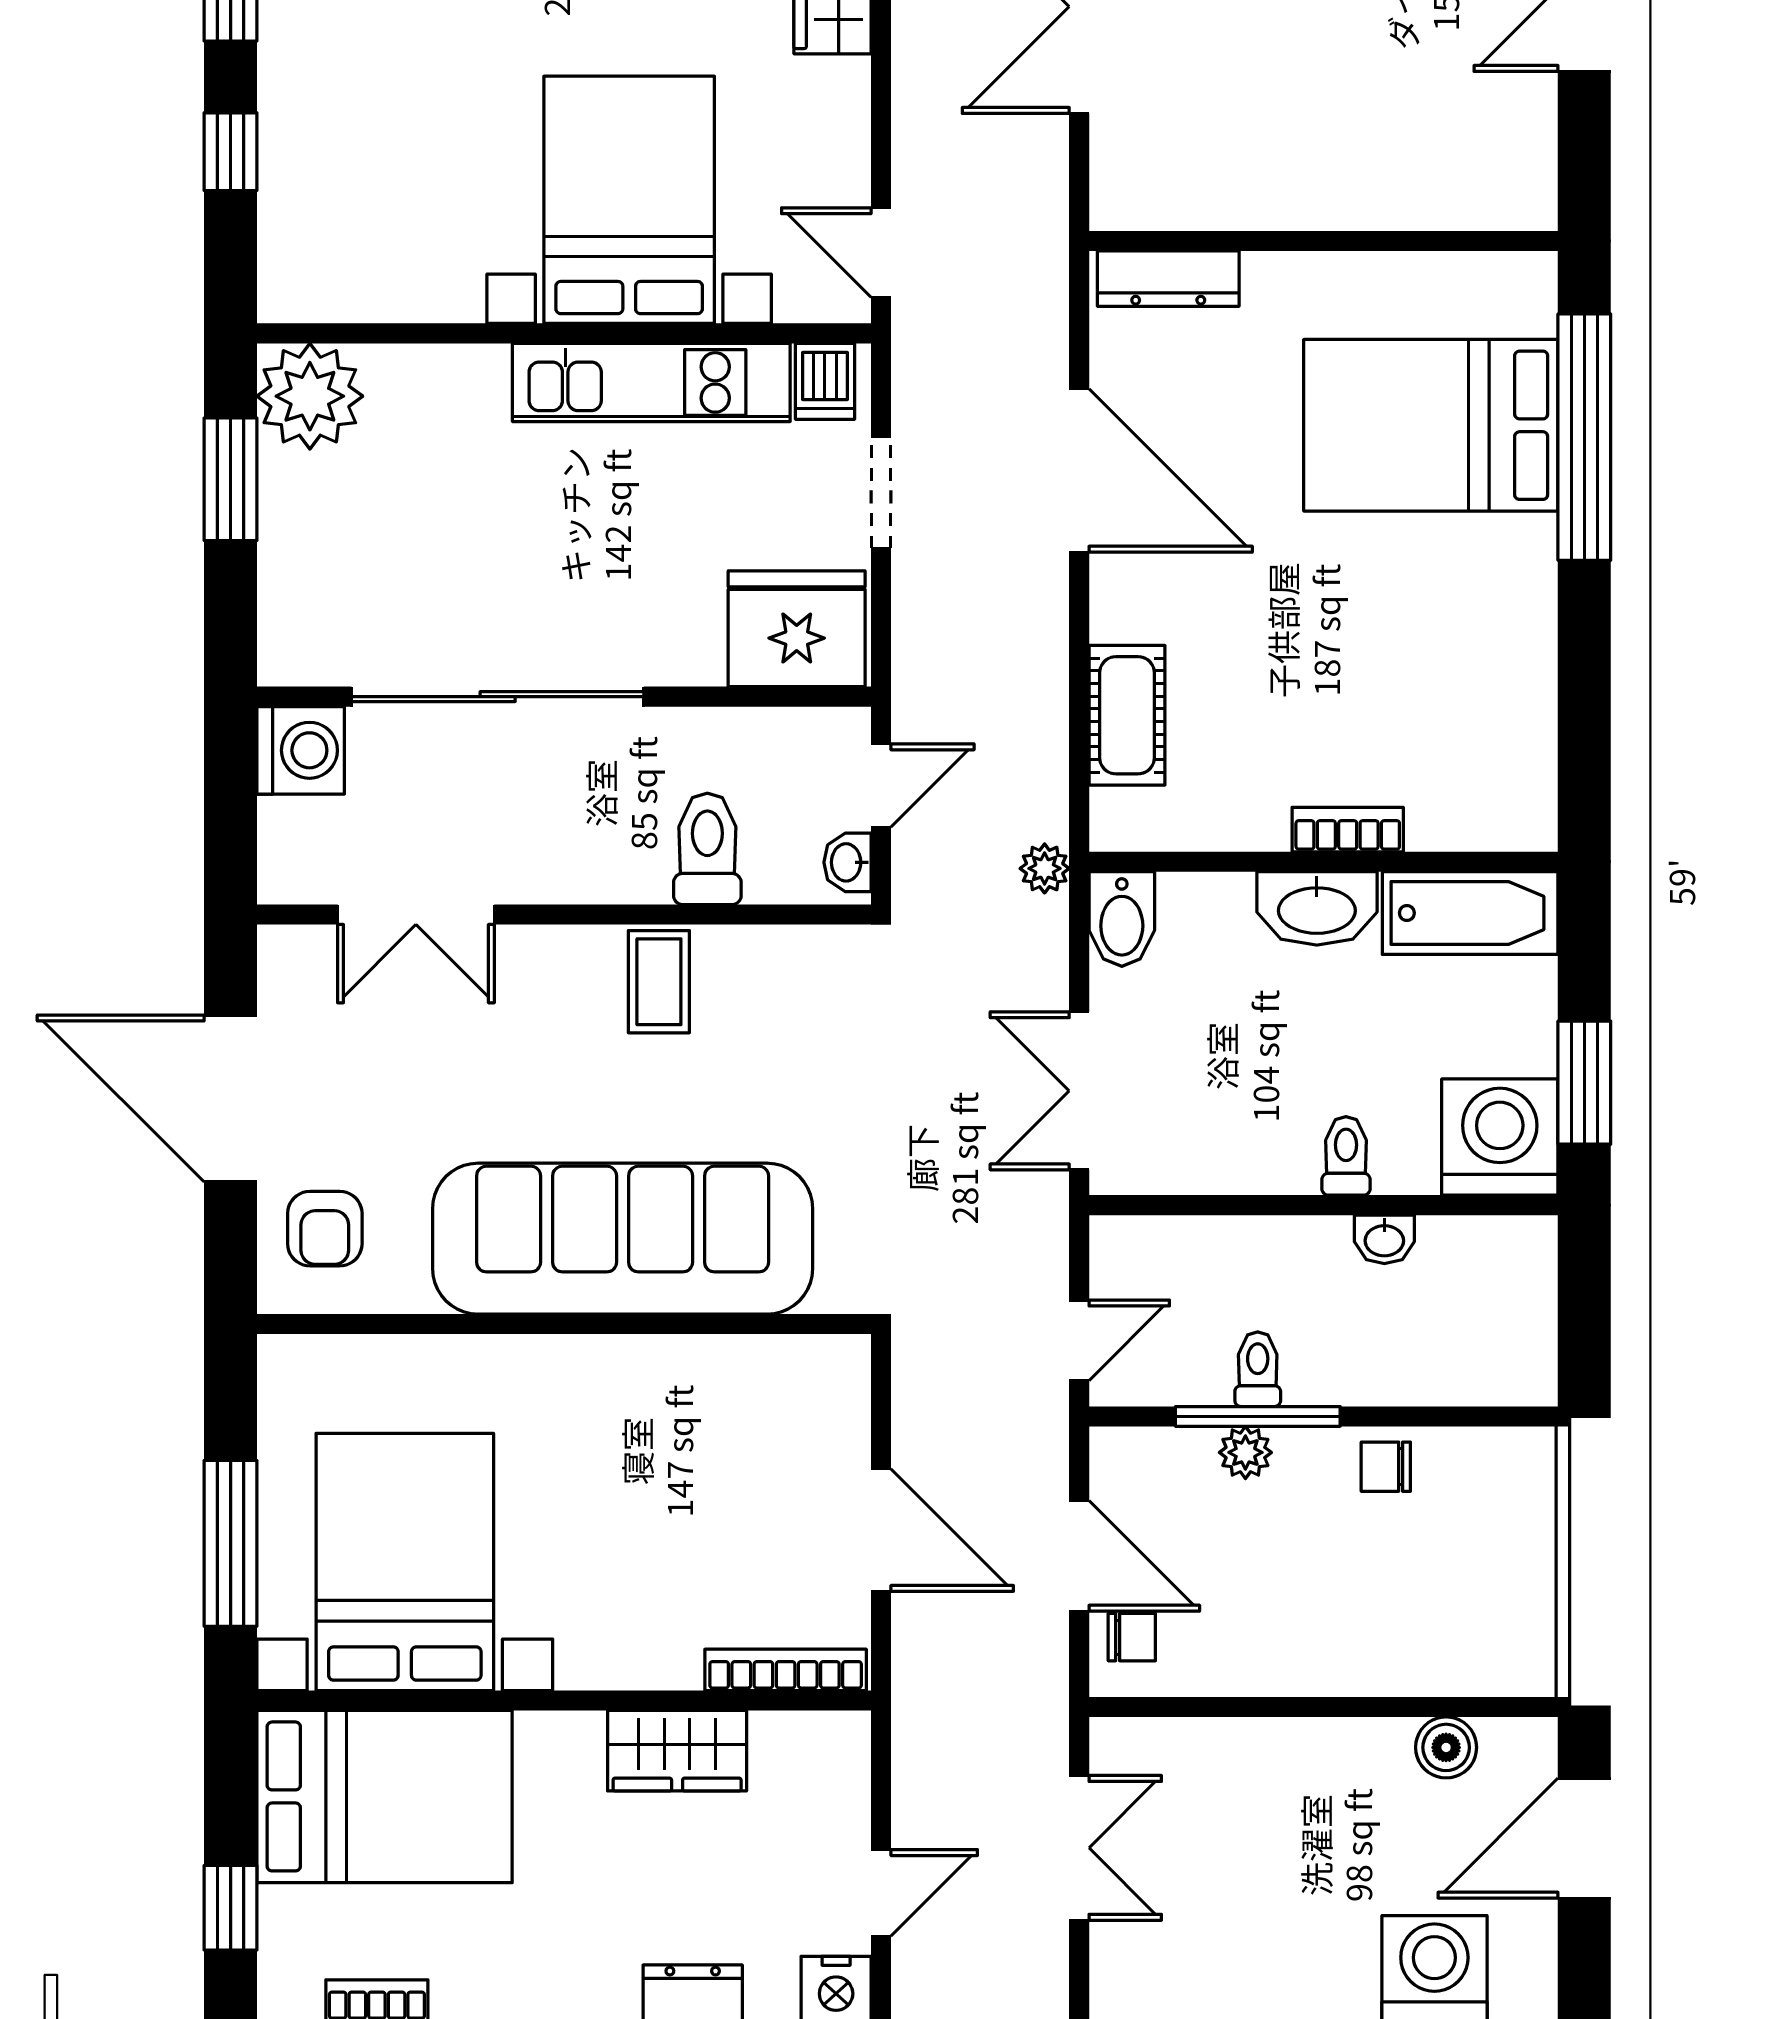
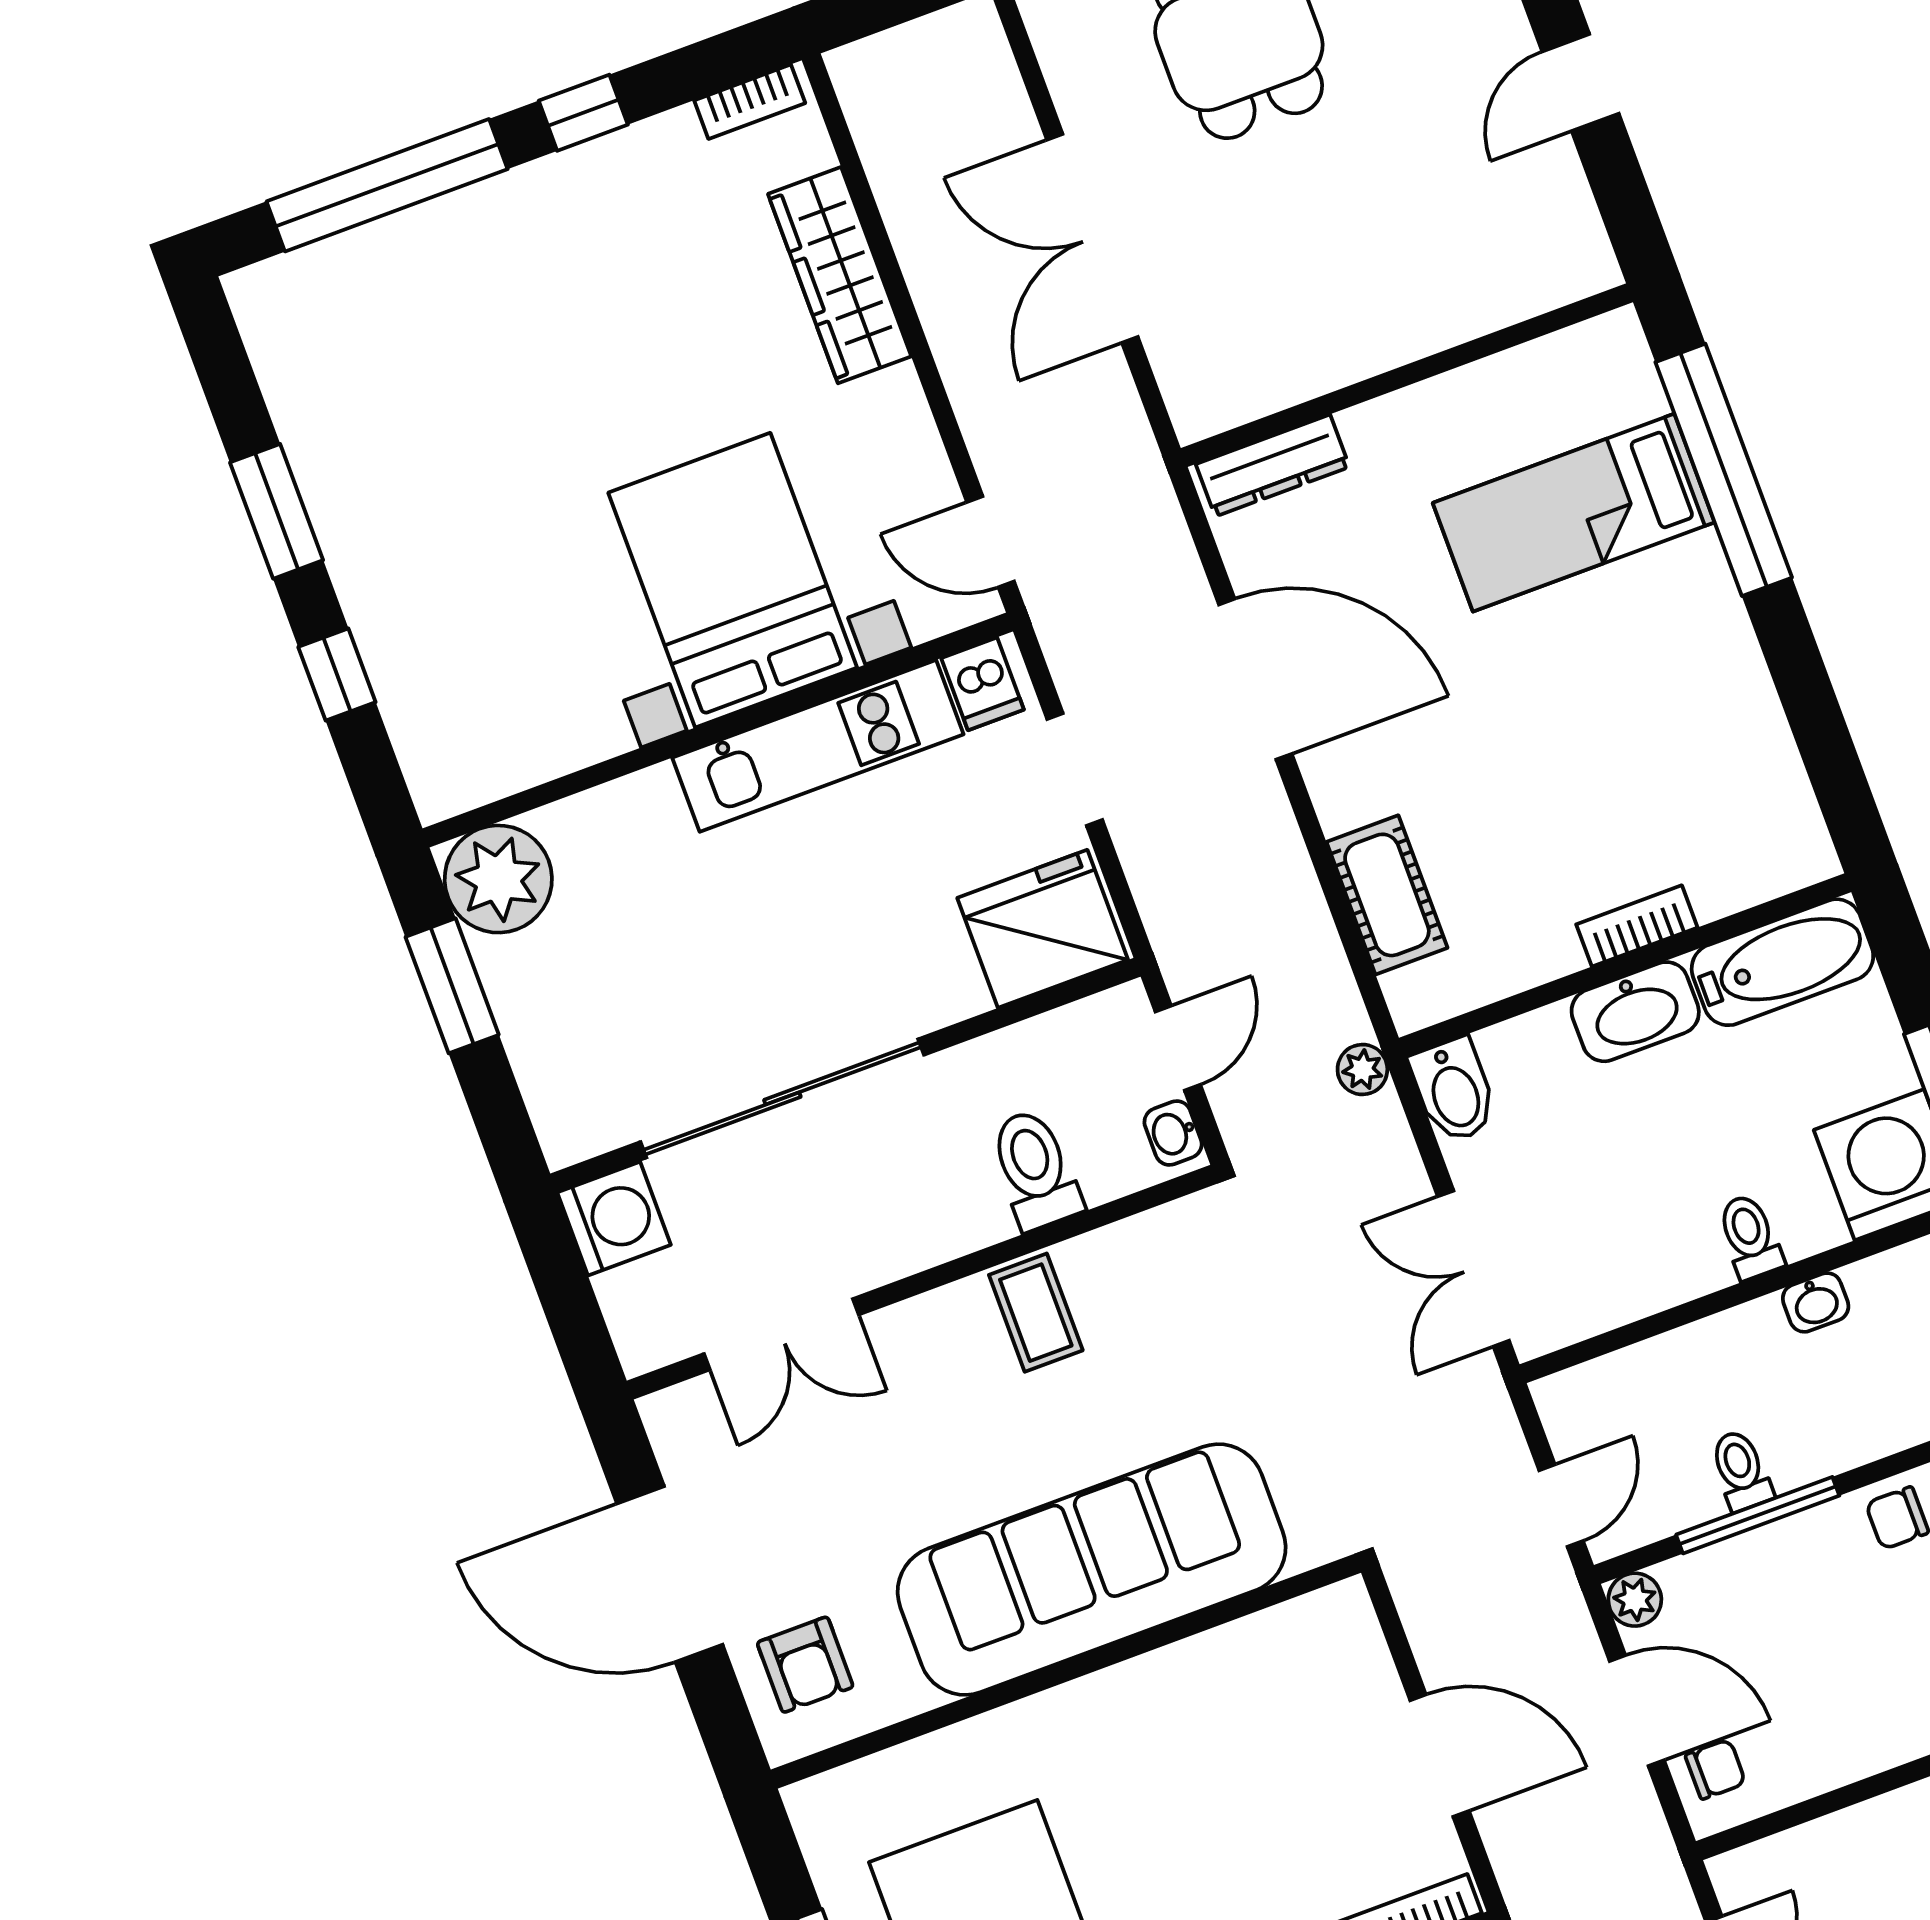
bed: (1431, 425) -> (1574, 513), width x0.67
plant: (1245, 1452) -> (1635, 1600), moved

